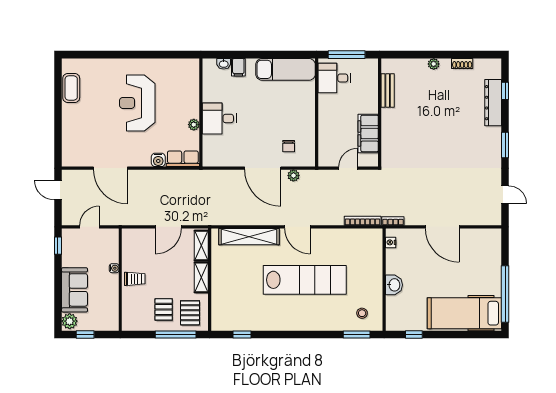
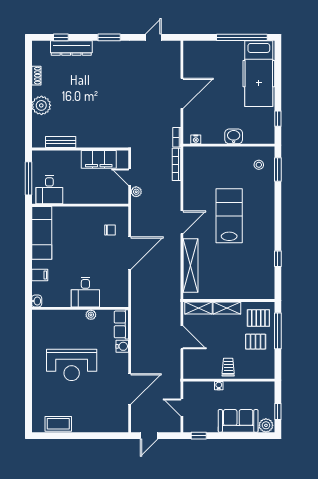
washbasin: (224, 64) -> (37, 301), moved
plant: (434, 64) -> (41, 105), width x1.87, depth x1.87
plant: (293, 176) -> (136, 192), moved
lab bench: (305, 280) -> (229, 216), width x0.73
window: (242, 335) -> (278, 259), moved

